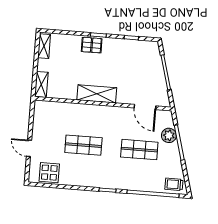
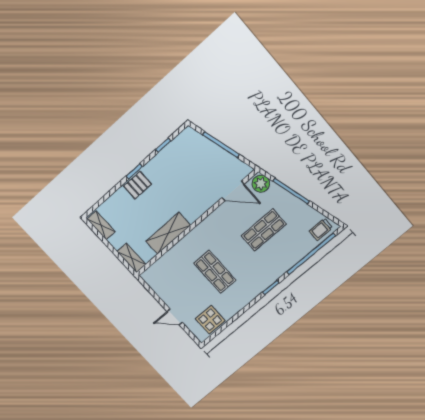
shelving: (97, 94) -> (168, 233), moved
plant: (169, 135) -> (261, 184), moved
shop shelf: (83, 145) -> (215, 272), turned 90

